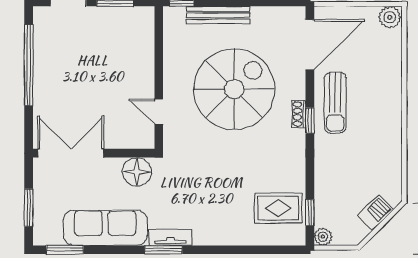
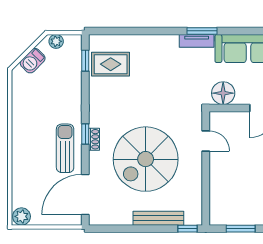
plant: (323, 237) -> (56, 41), moved

